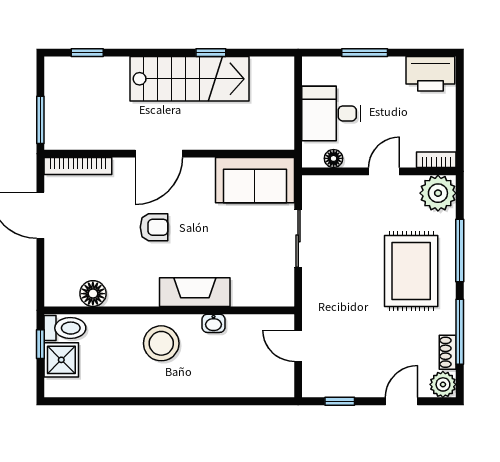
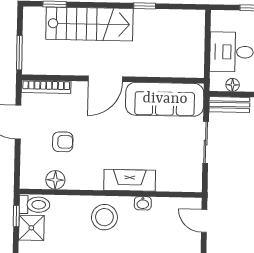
stairs: (189, 79) -> (89, 24), moved
sofa: (255, 180) -> (165, 99), width x1.36
bench: (330, 186) -> (229, 105), added
armchair: (154, 227) -> (63, 142), moved

